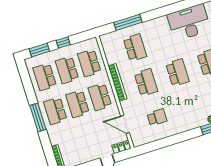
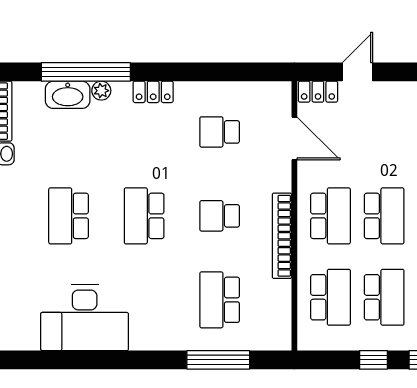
school desk: (146, 82) -> (220, 216), width x0.54
locker: (190, 125) -> (153, 92), added

